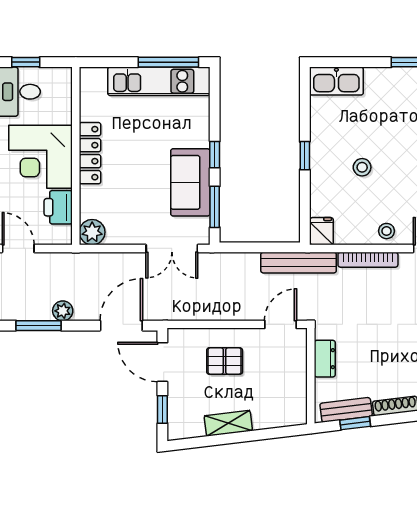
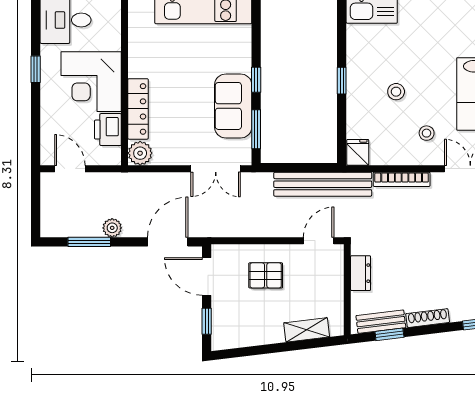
locker: (90, 153) -> (138, 109), moved
stool: (387, 231) -> (427, 133), moved
bench: (299, 263) -> (323, 184), width x1.37, depth x1.21
shelving: (228, 423) -> (307, 330), moved

